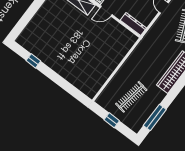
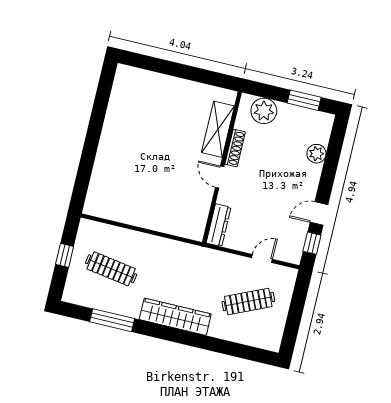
window: (33, 61) -> (101, 103), removed
window: (155, 118) -> (112, 320), moved

